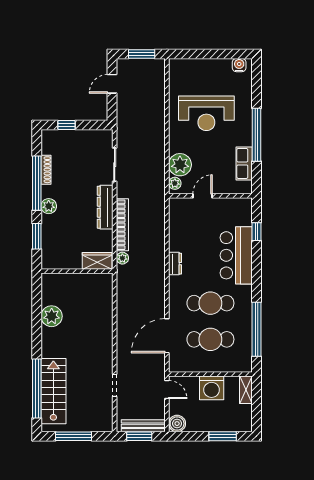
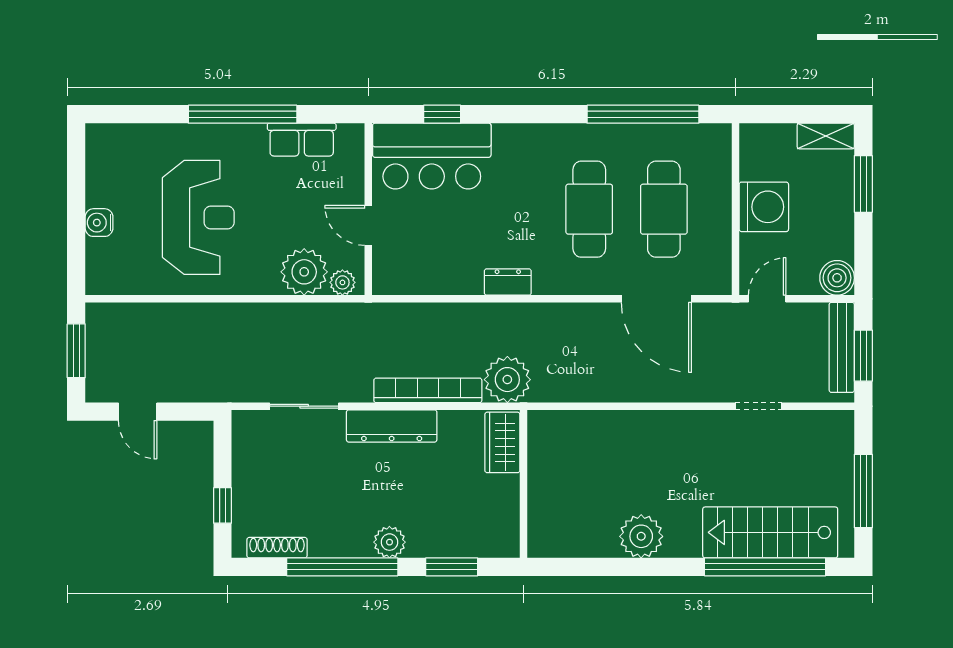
water cooler: (239, 65) -> (99, 223), moved
shoe rack: (46, 170) -> (277, 548), moved
bar counter: (236, 255) -> (432, 156), moved
plant: (122, 258) -> (507, 380), width x1.88, depth x1.88
plant: (52, 316) -> (641, 536), moved
shelving: (246, 390) -> (826, 136), moved

